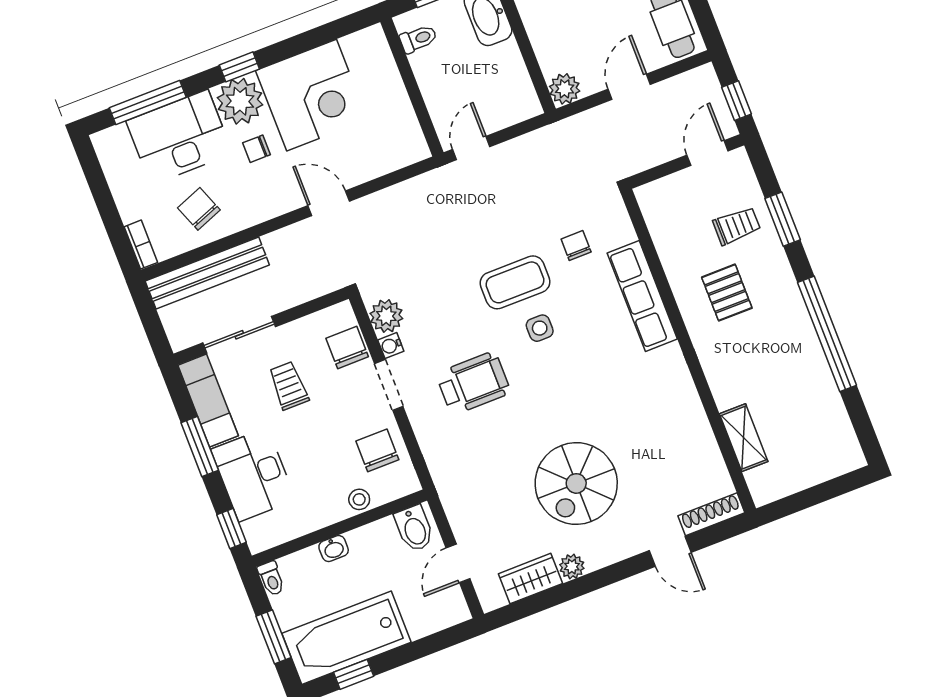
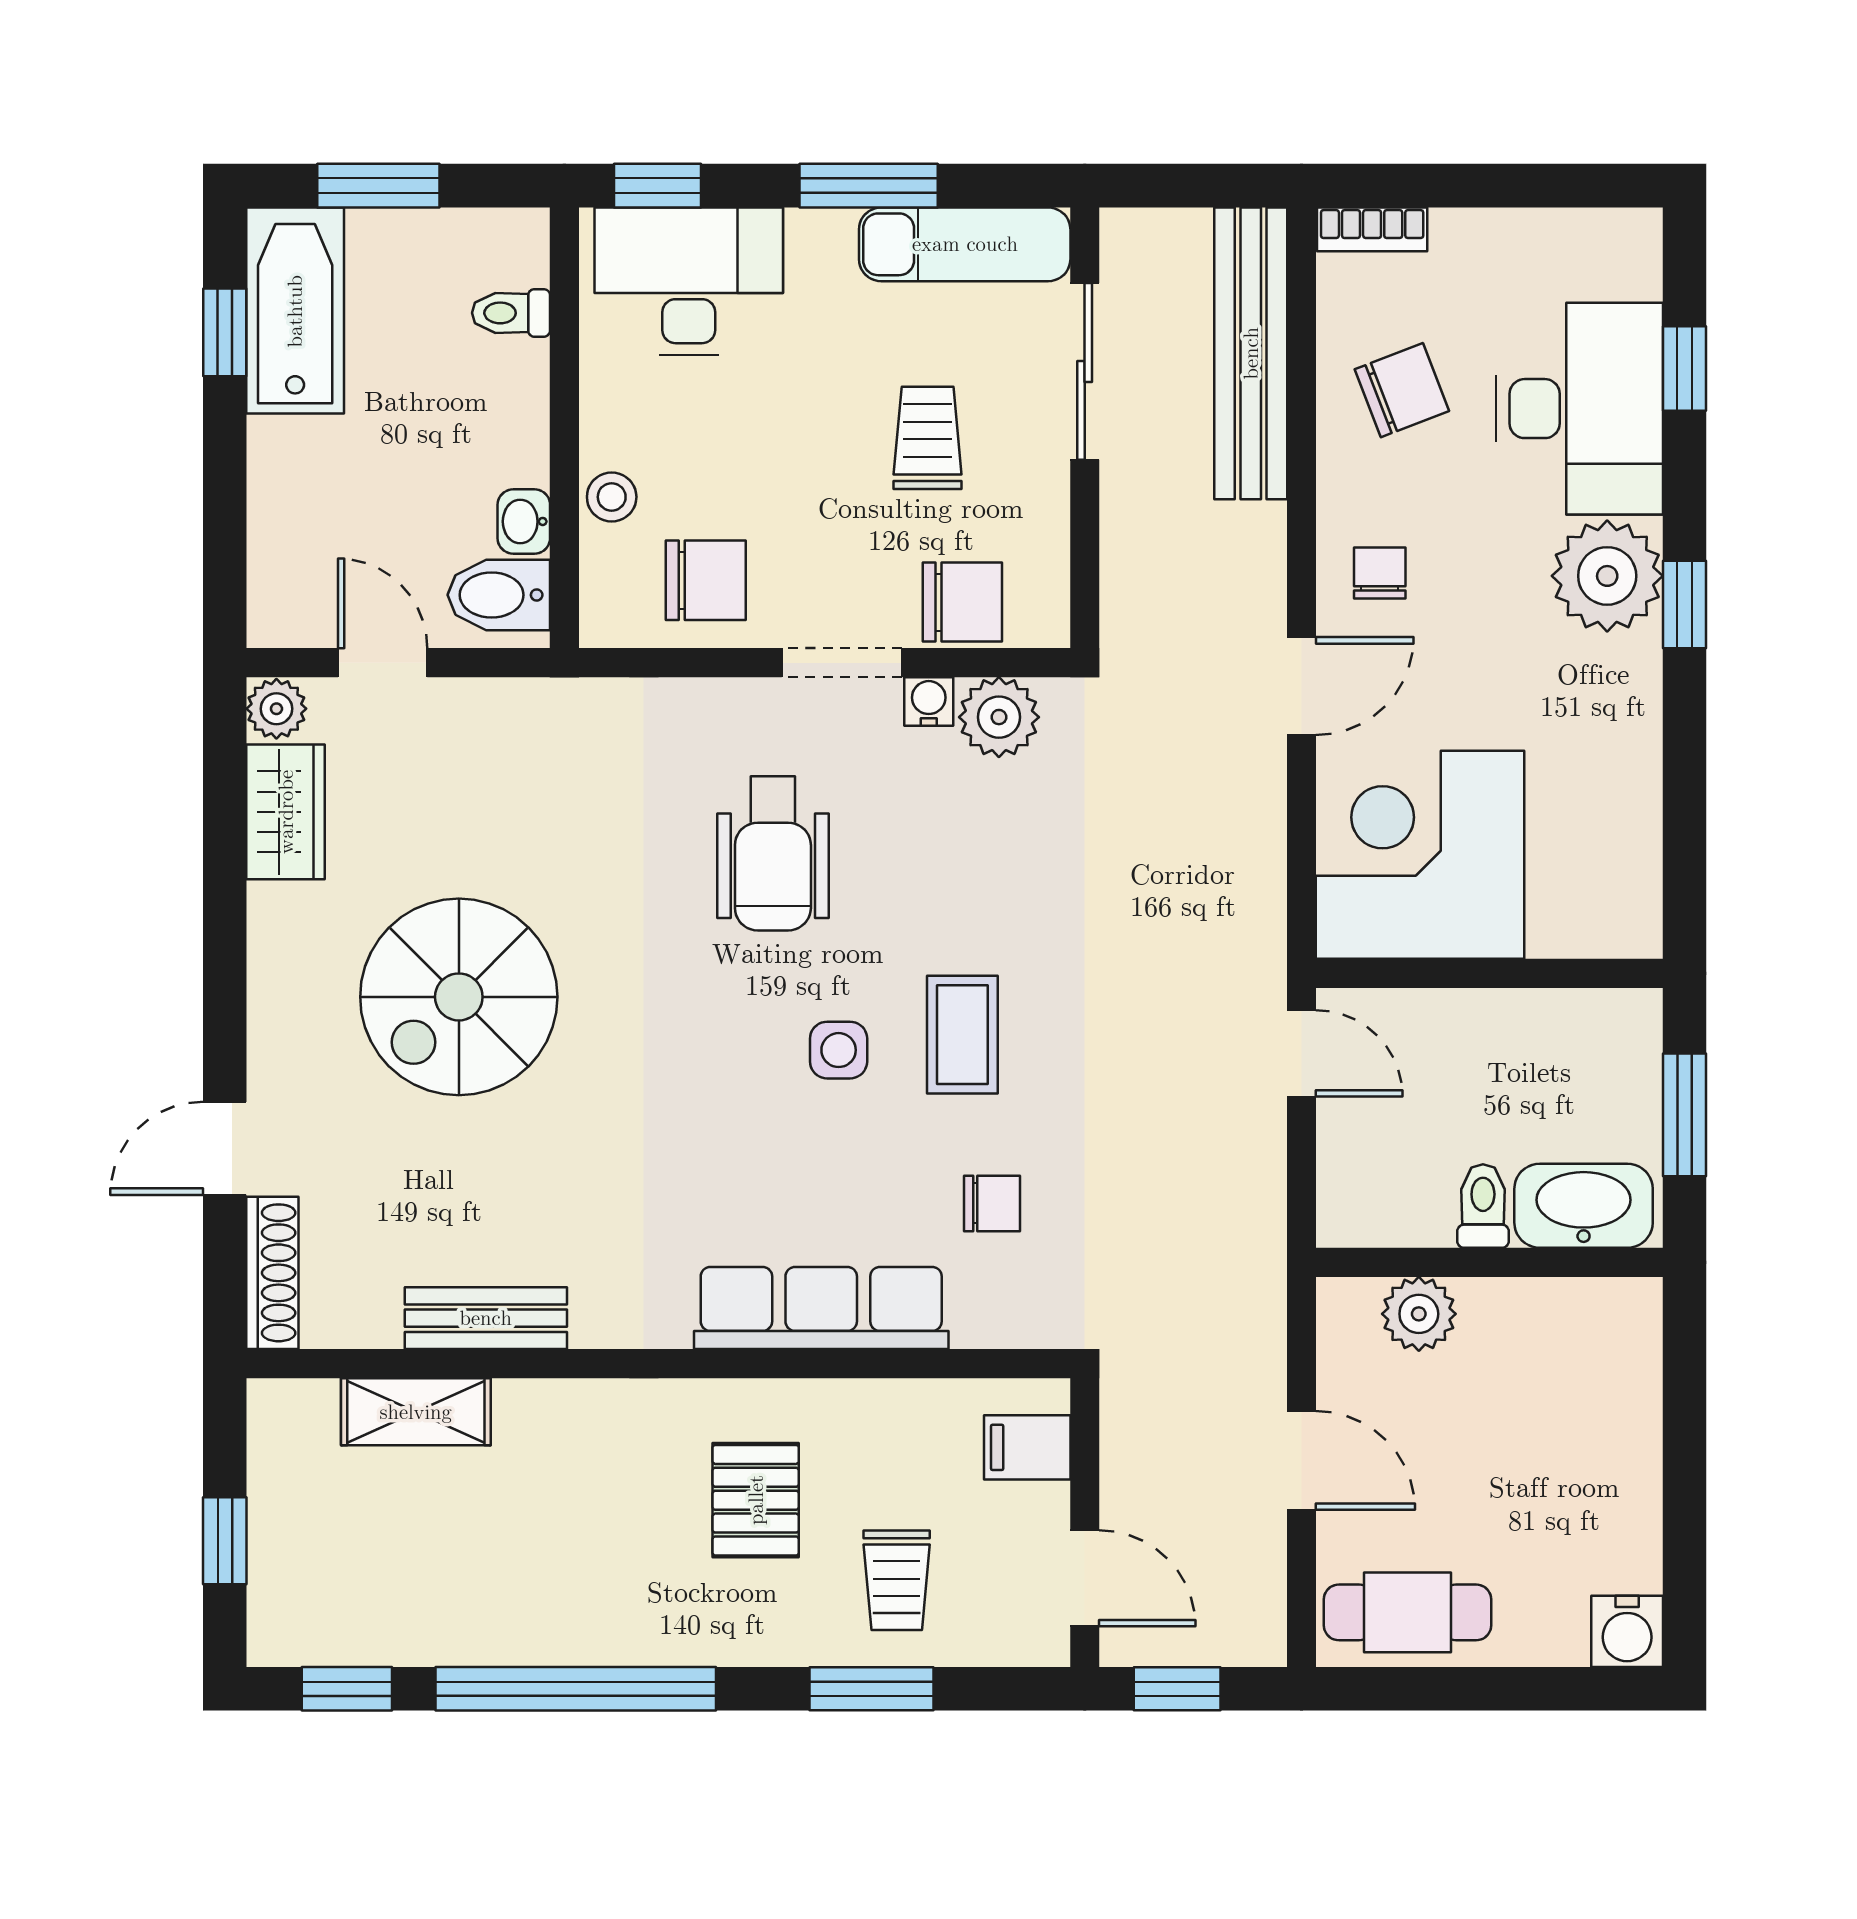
toilet: (418, 39) -> (1483, 1206), moved, turned 180
plant: (565, 89) -> (1419, 1314), moved
corner desk: (312, 95) -> (1420, 855), moved, turned 90
window: (148, 102) -> (1685, 368), width x0.46
chair: (257, 149) -> (1380, 573), moved
filing cabinet: (665, 195) -> (1027, 1447), added
coffee table: (515, 282) -> (962, 1035), width x0.73, depth x0.77
pallet: (727, 293) -> (756, 1500), turned 90
trolley: (289, 386) -> (928, 438), turned -90
window: (861, 423) -> (347, 1689), added
bench: (697, 425) -> (486, 1318), added
desk: (253, 475) -> (689, 281), moved
spiral stairs: (576, 483) -> (459, 997), turned -90
window: (822, 492) -> (225, 1541), added
washbasin: (334, 549) -> (524, 521), moved
plant: (572, 567) -> (276, 709), moved
toilet: (271, 578) -> (511, 313), moved
bathtub: (346, 638) -> (295, 311), width x0.73, depth x0.73

